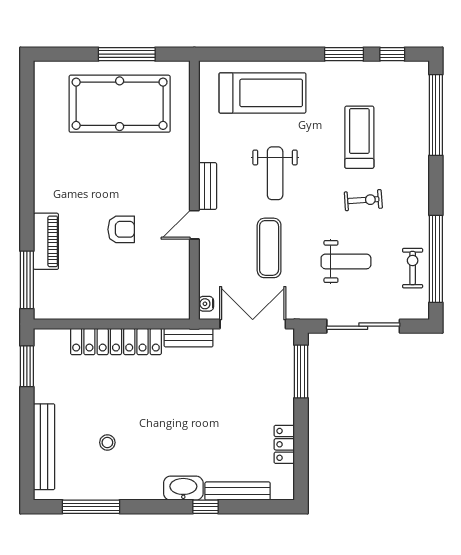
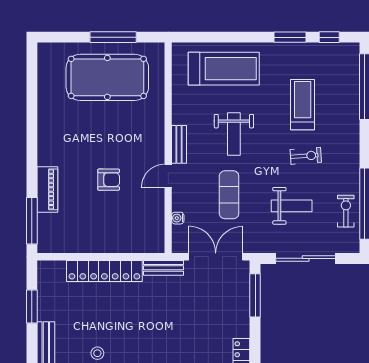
water cooler: (206, 304) -> (178, 218), moved
window: (27, 366) -> (32, 306), moved

